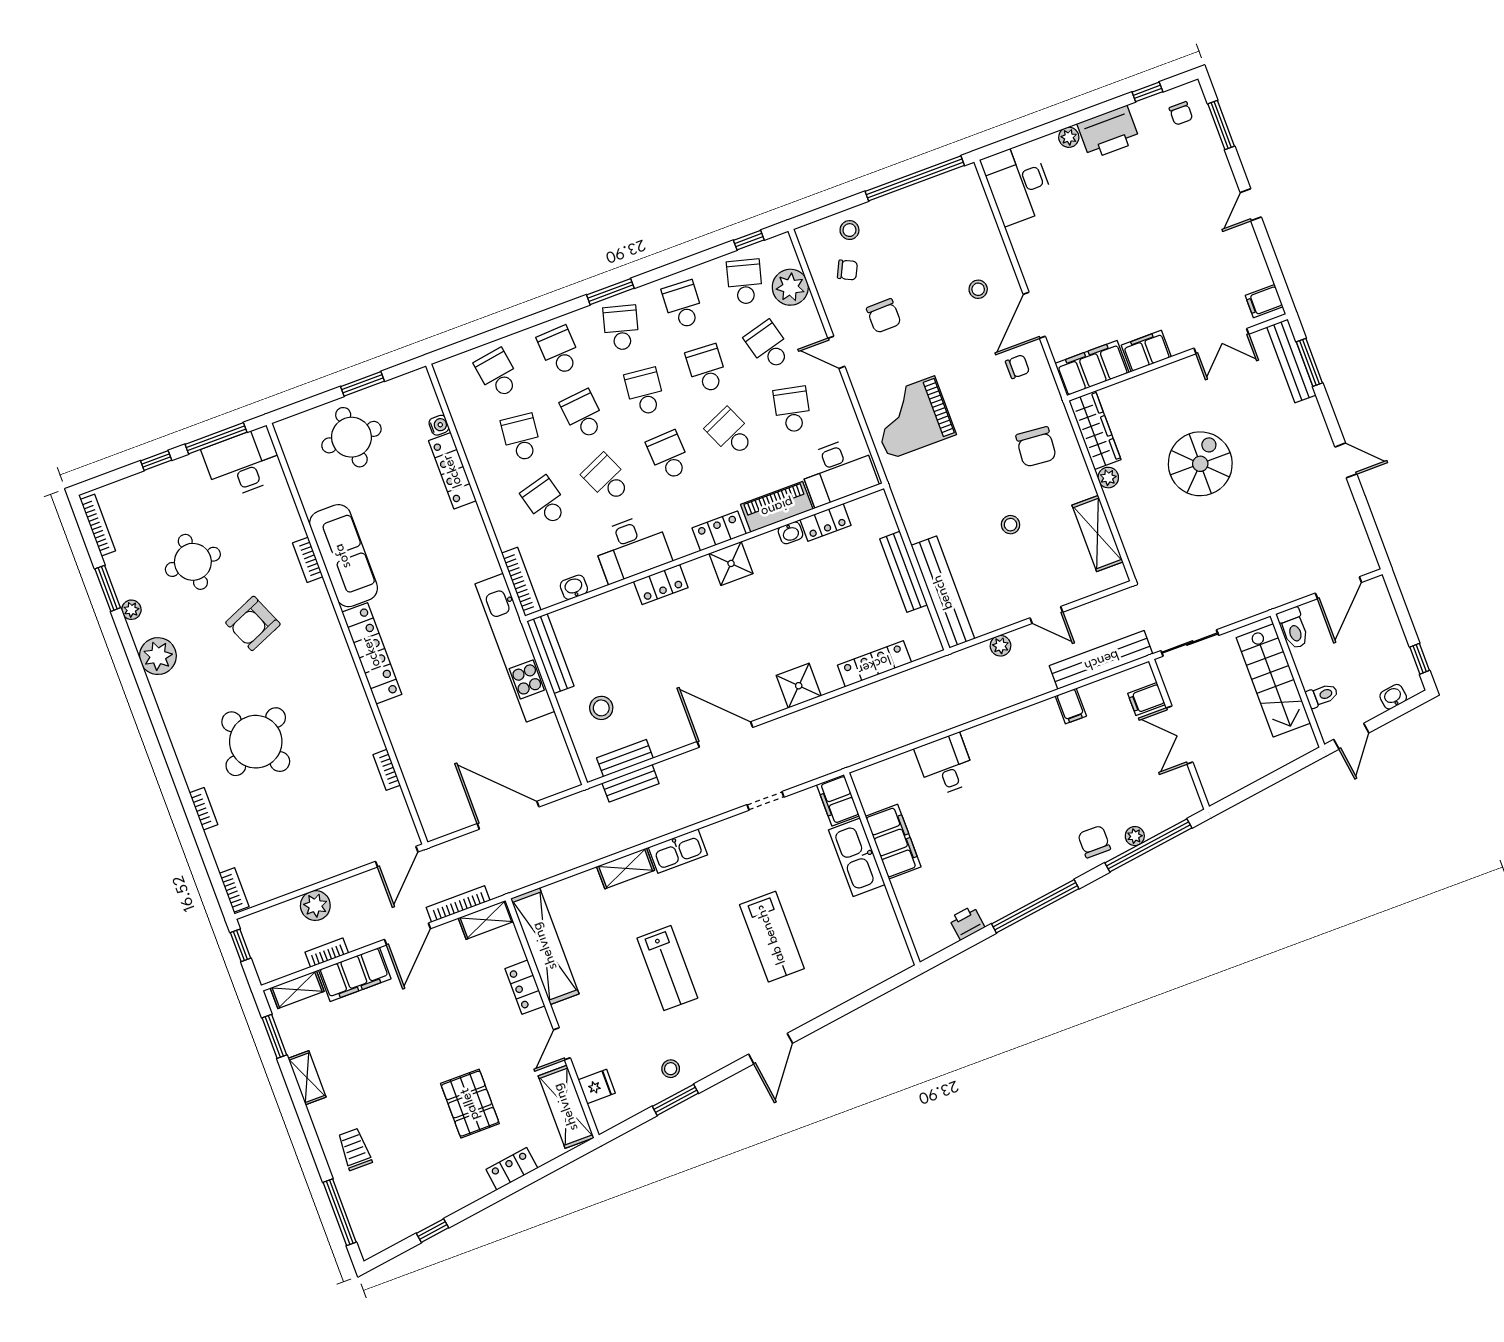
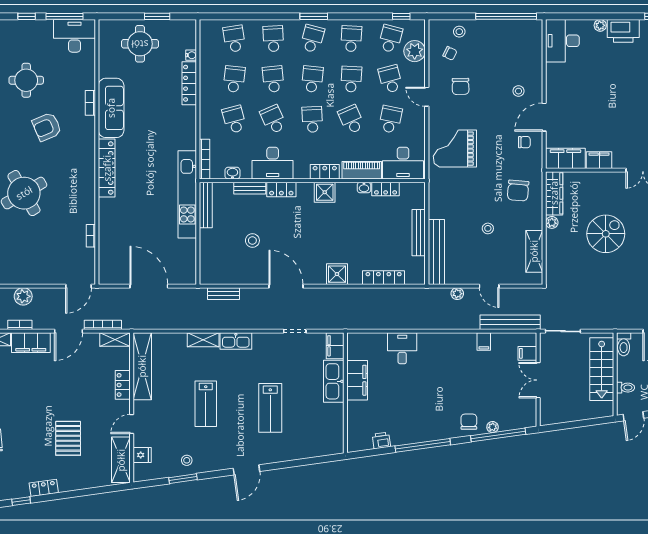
stool: (601, 708) -> (252, 240), moved
bench: (625, 758) -> (250, 188), moved
locker: (512, 1169) -> (44, 488), moved

